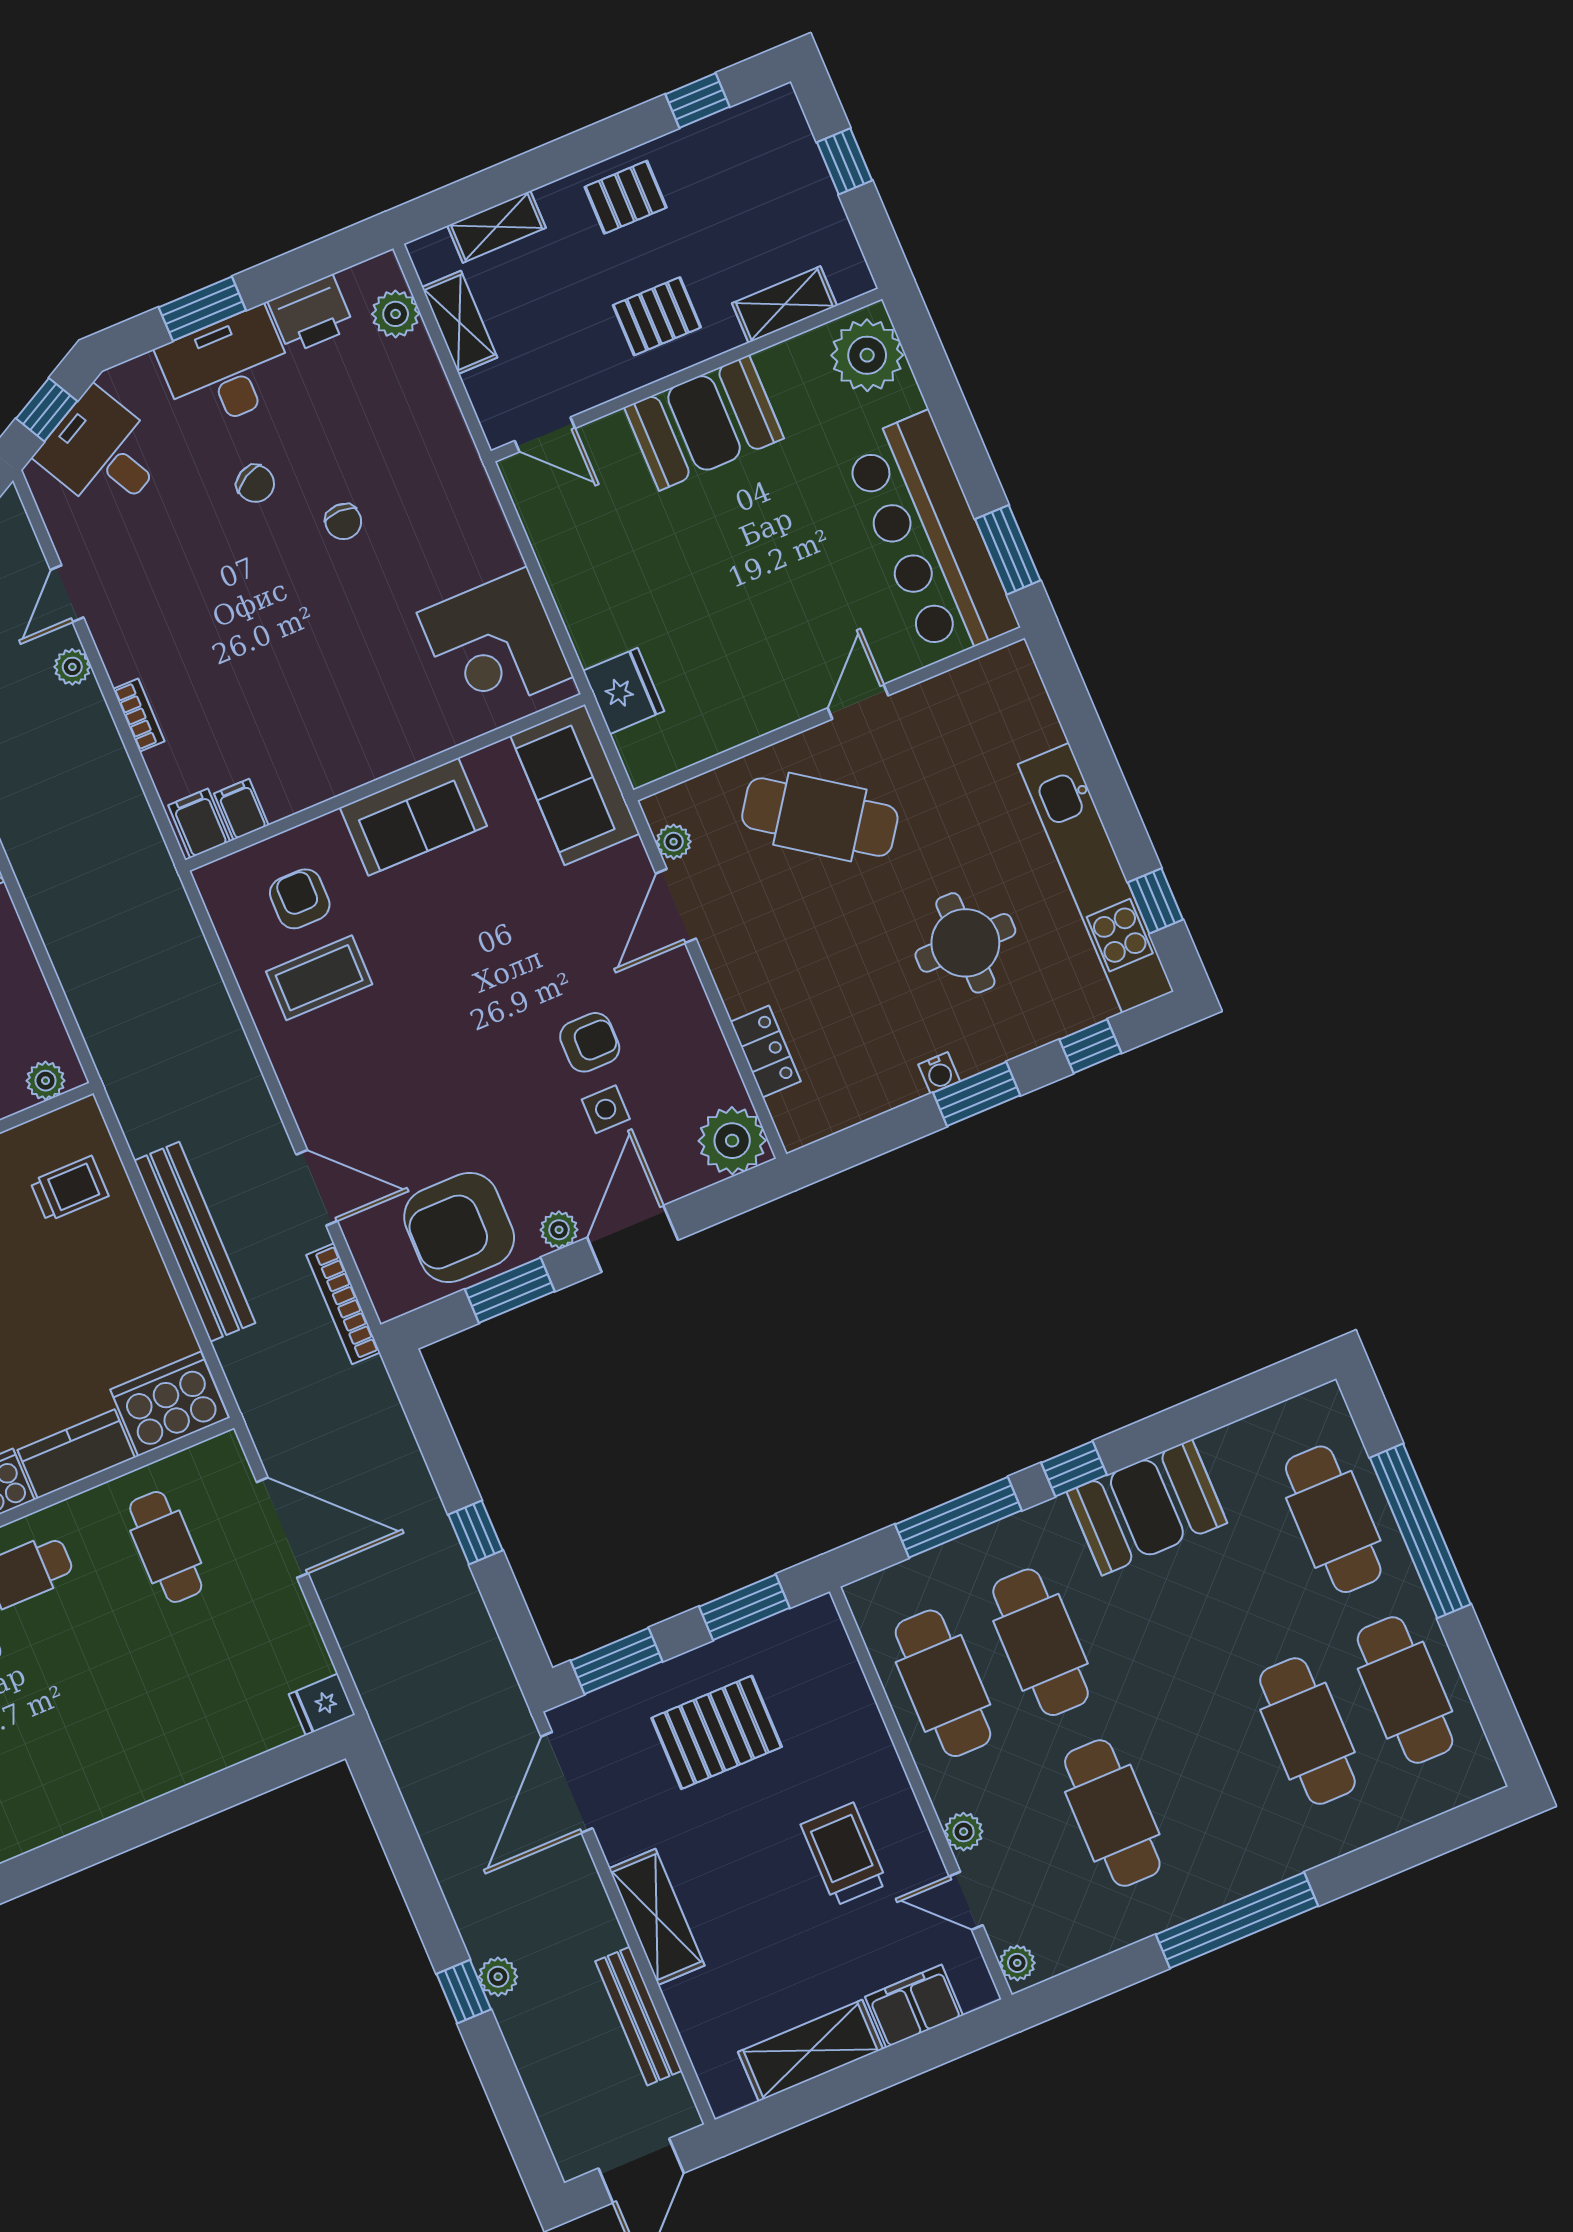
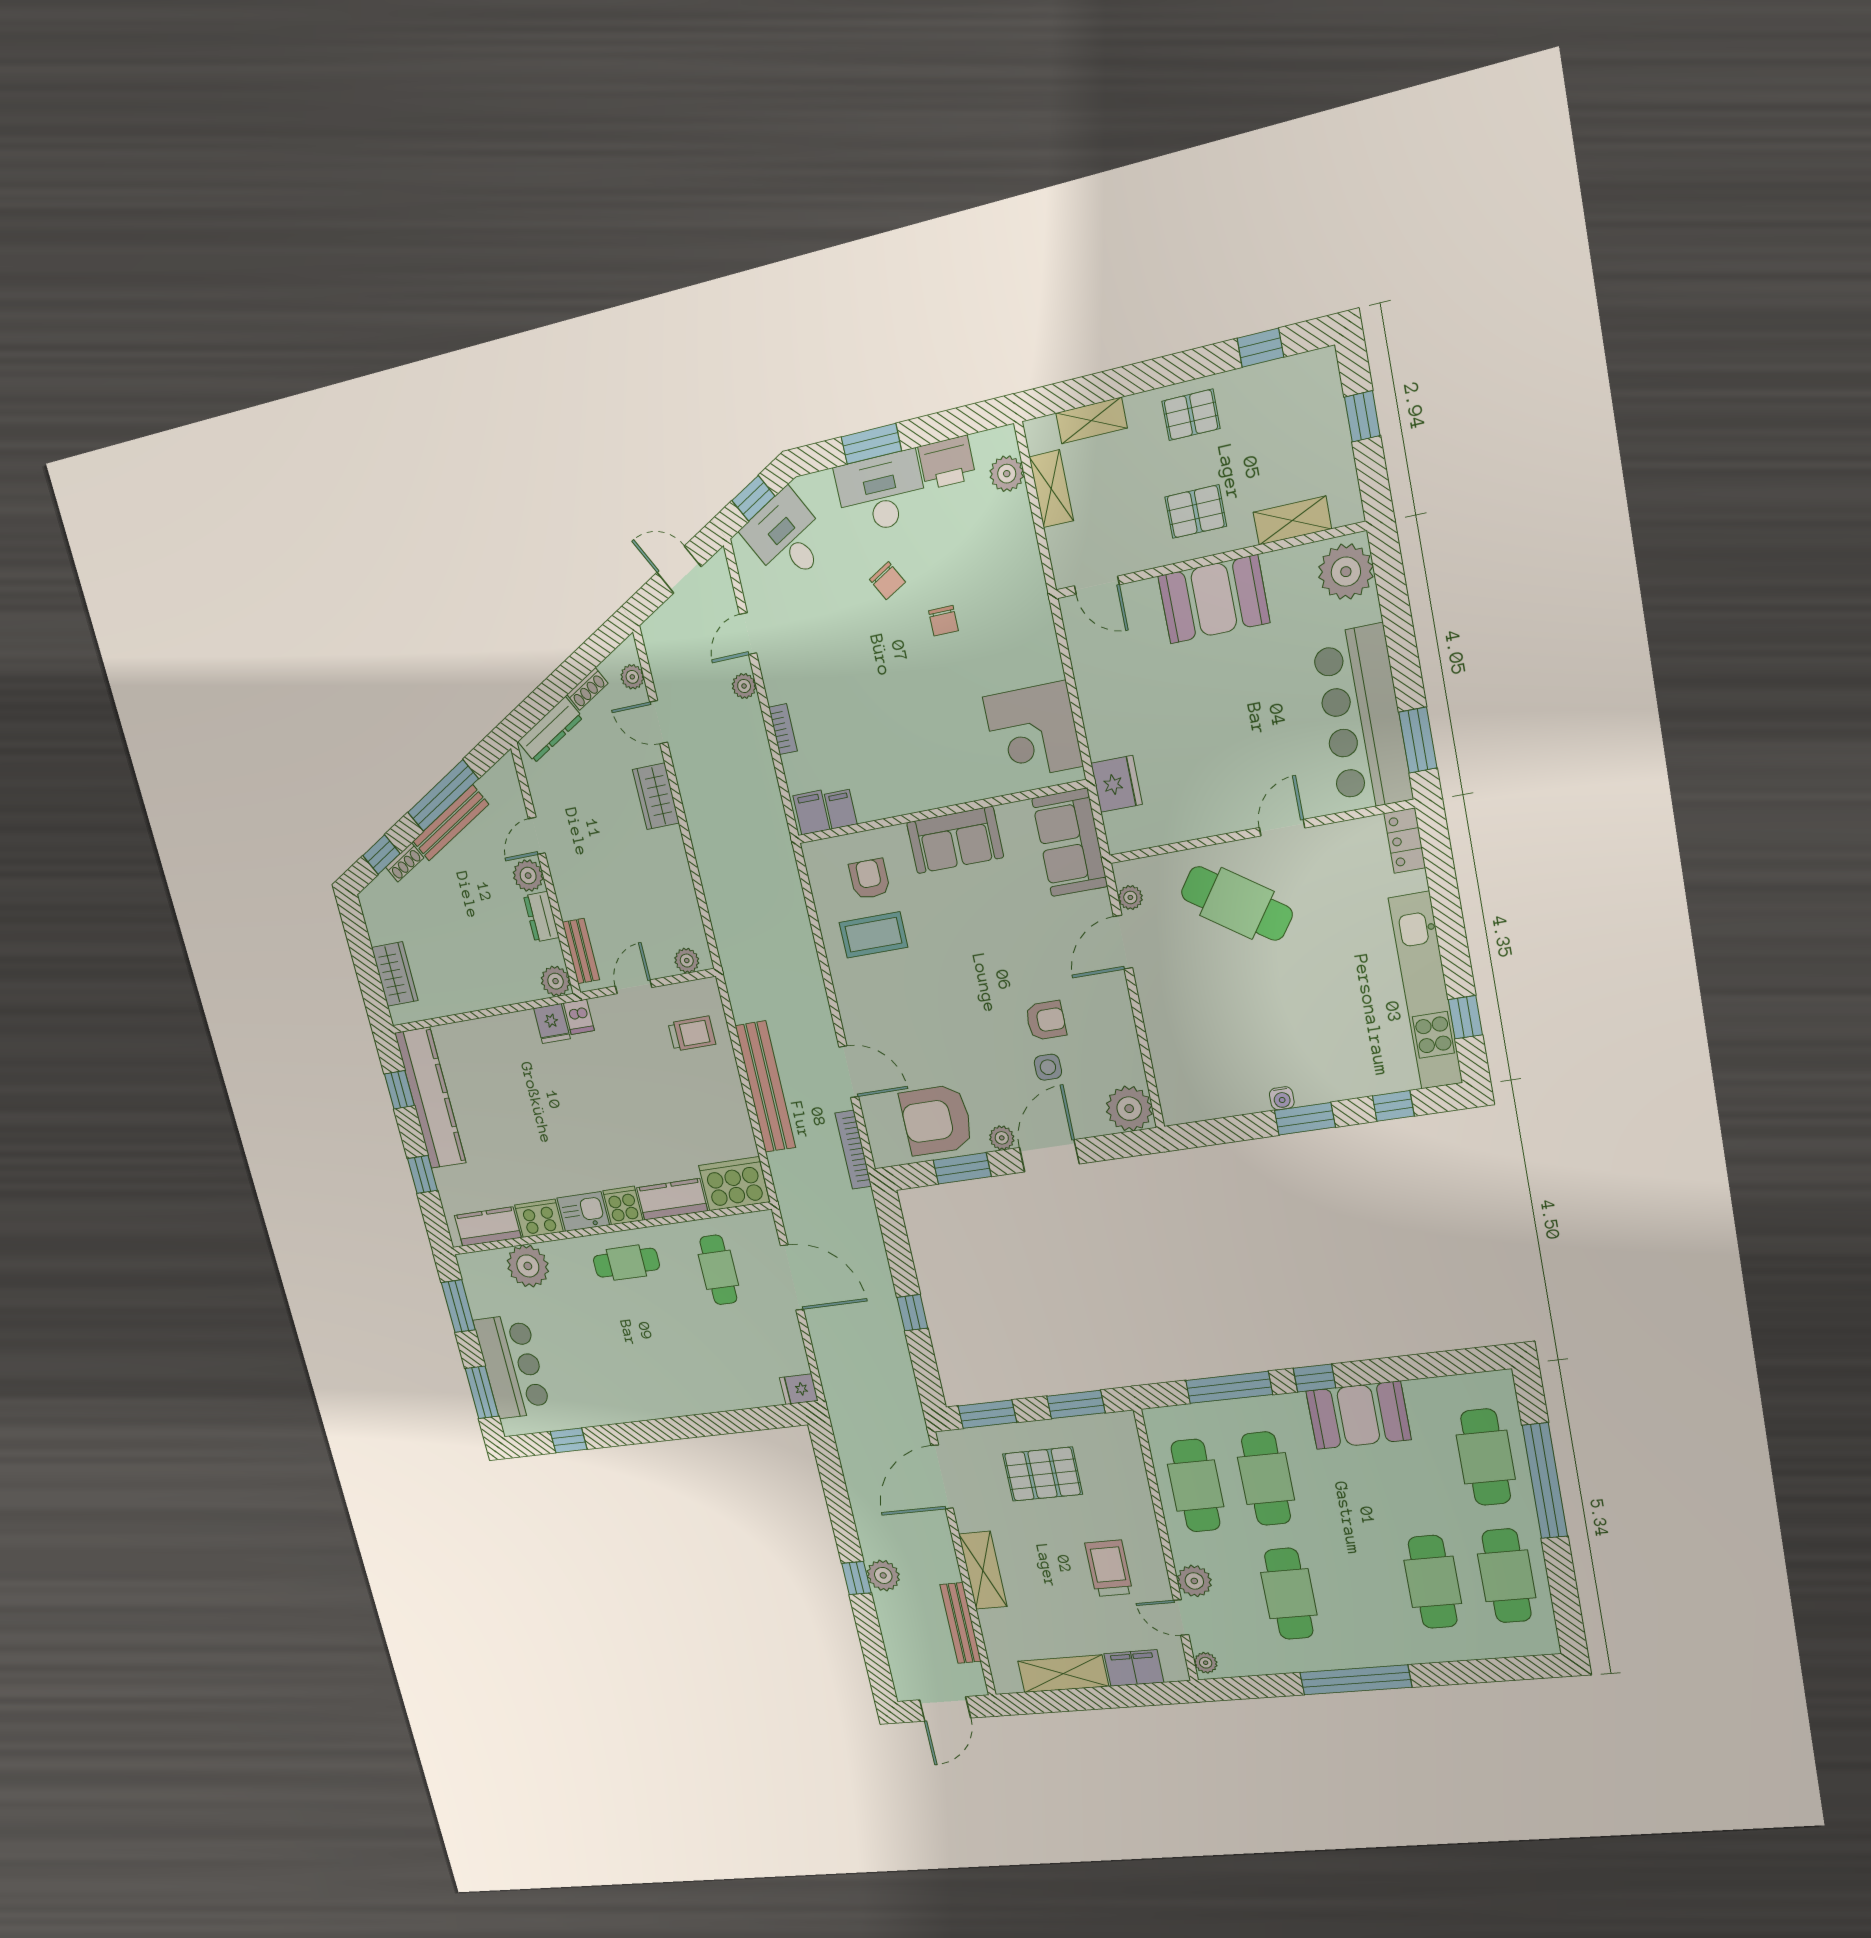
round table: (965, 943) -> (1321, 1014), removed
locker: (766, 1051) -> (1405, 841), moved, turned 180
plant: (964, 1832) -> (1194, 1581), width x1.38, depth x1.38
plant: (498, 1977) -> (883, 1575), width x1.38, depth x1.38

